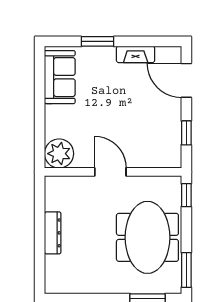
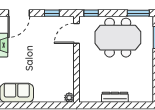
plant: (59, 154) -> (69, 98), width x0.53, depth x0.53
door: (110, 172) -> (77, 33), moved

